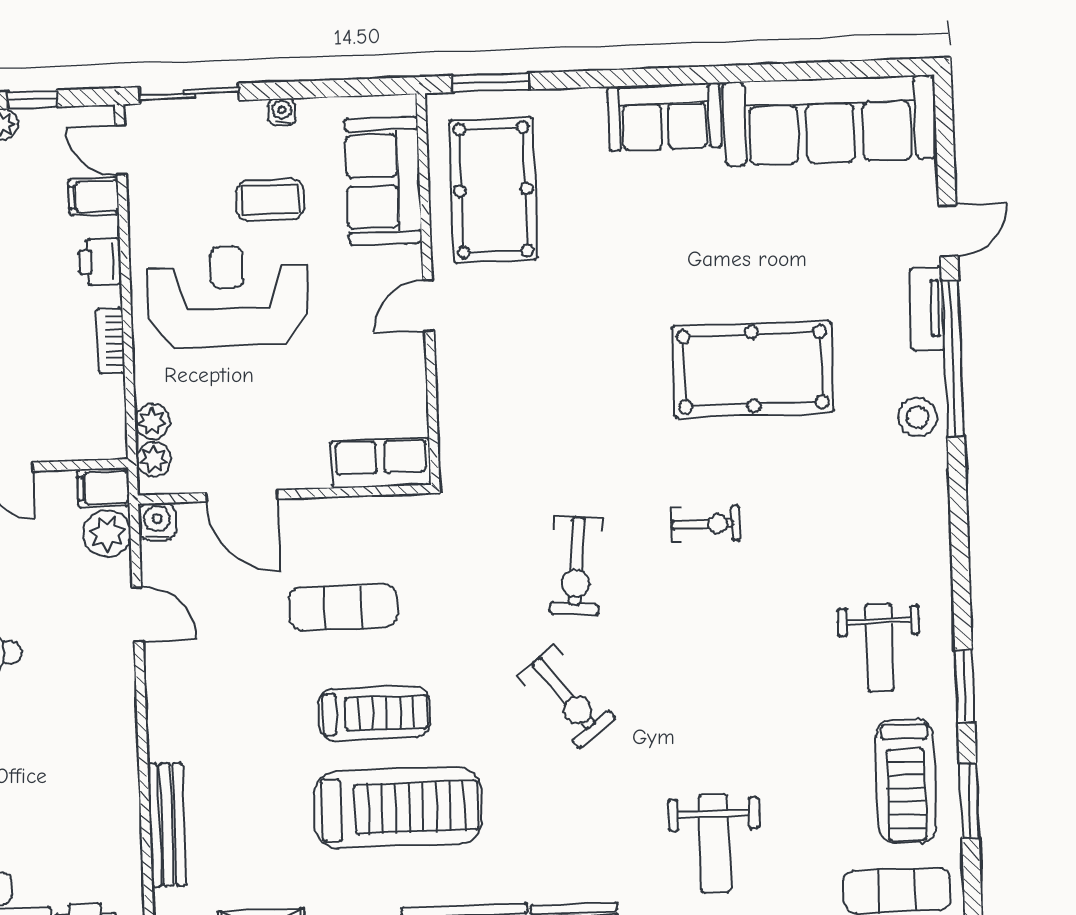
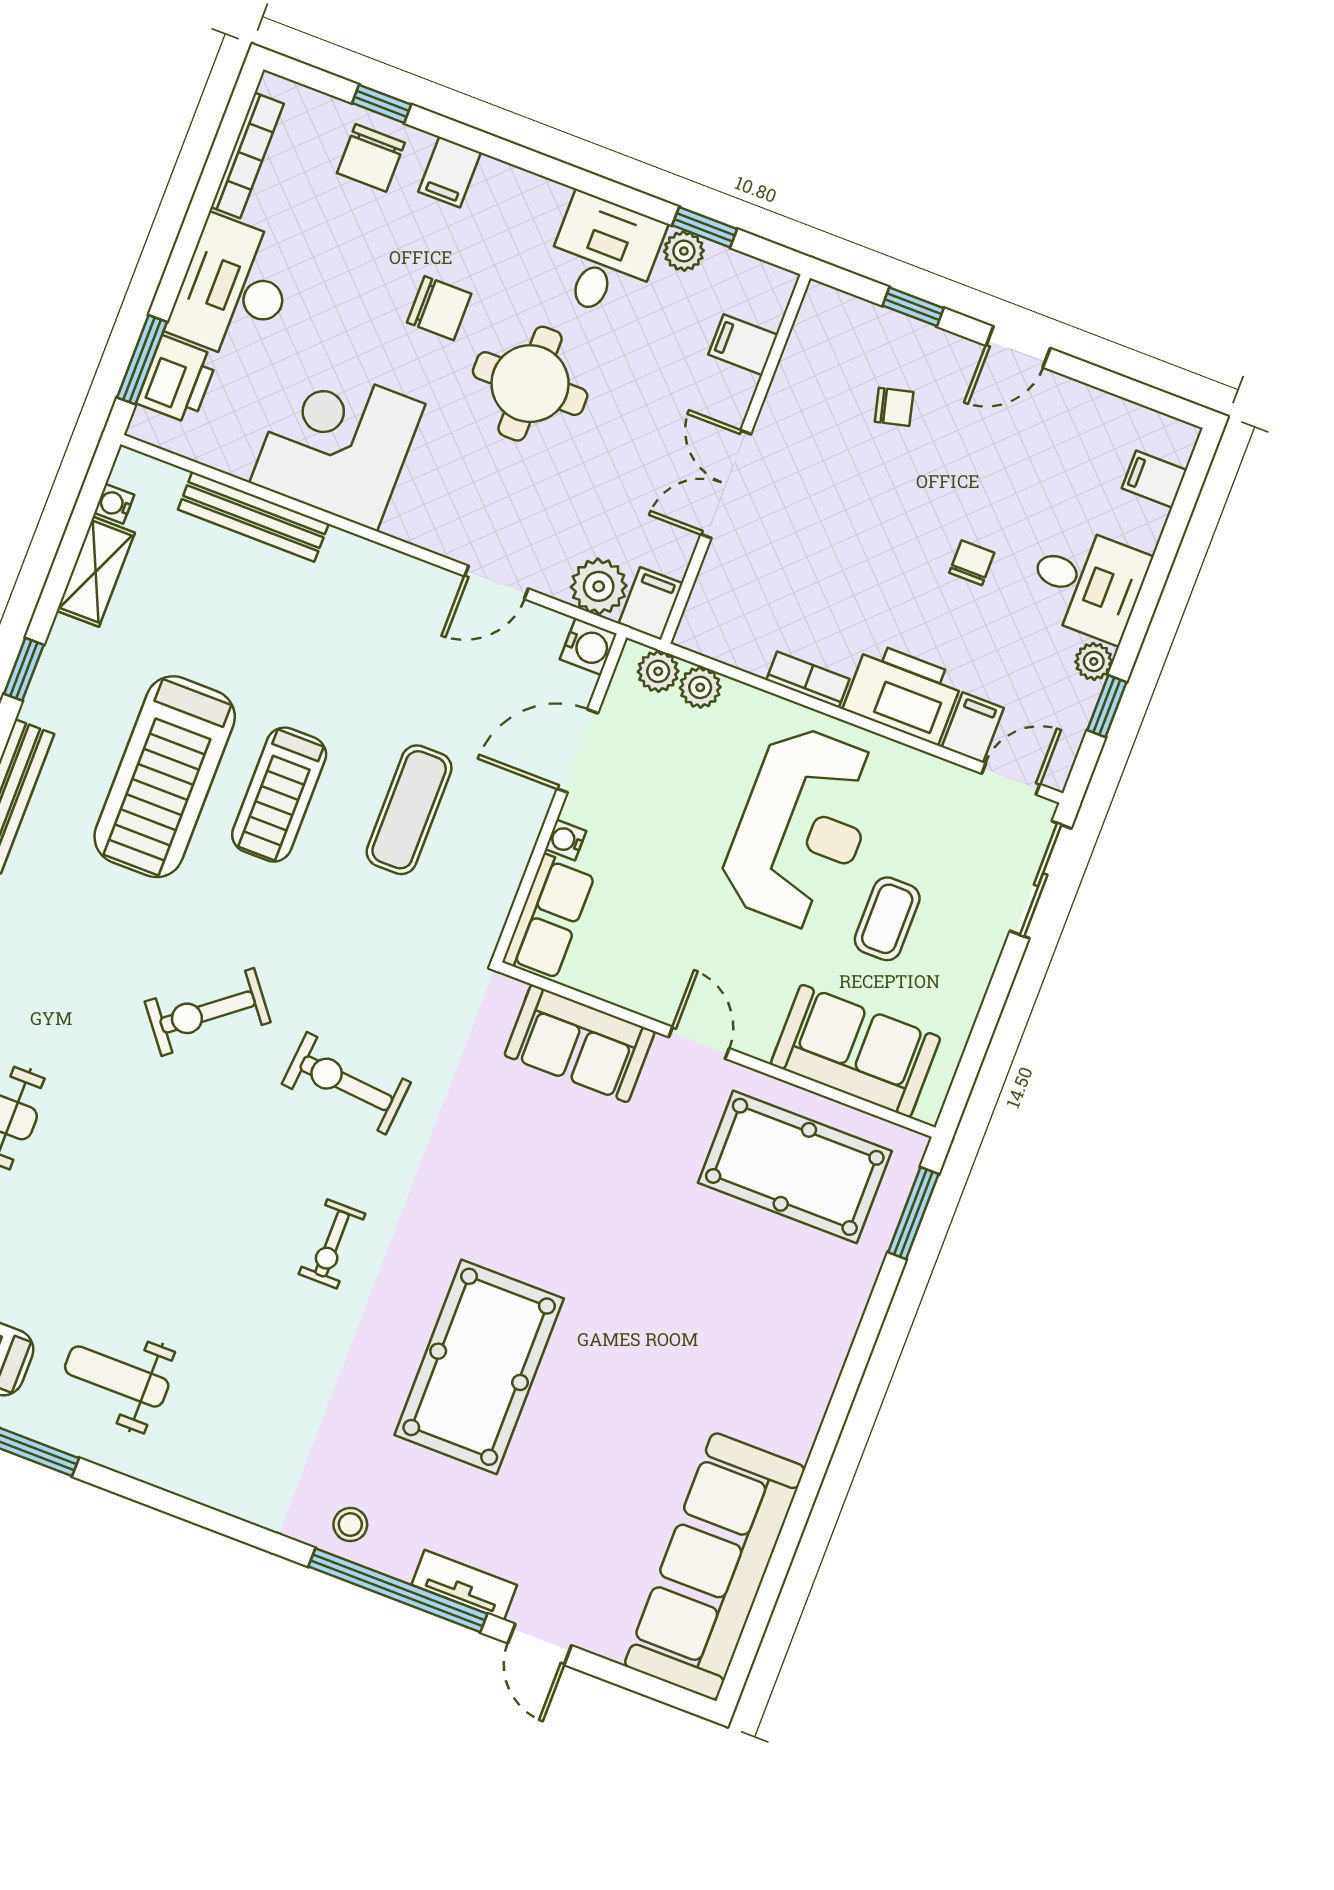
water cooler: (282, 112) -> (566, 840), moved, turned 180
sofa: (664, 117) -> (580, 1043), moved, turned -90
printer: (100, 262) -> (903, 693), width x1.87, depth x1.48
stool: (918, 417) -> (350, 1525), width x0.73, depth x0.73
corner desk: (82, 784) -> (337, 443), added

